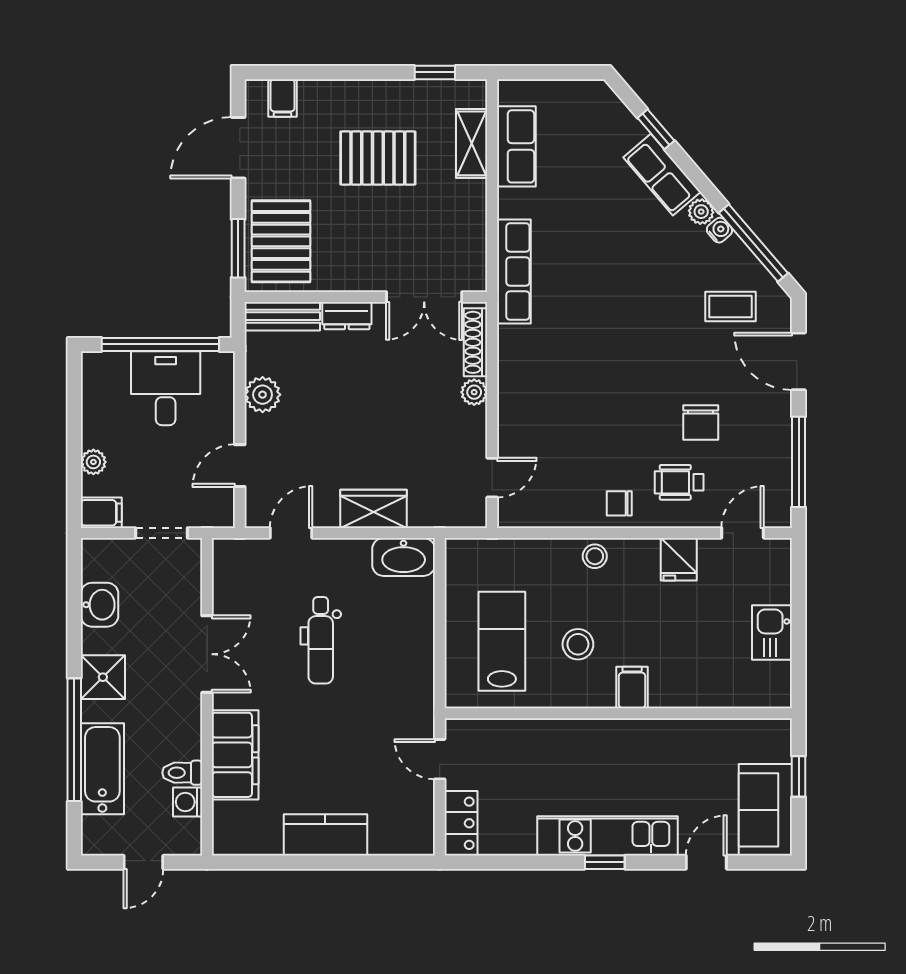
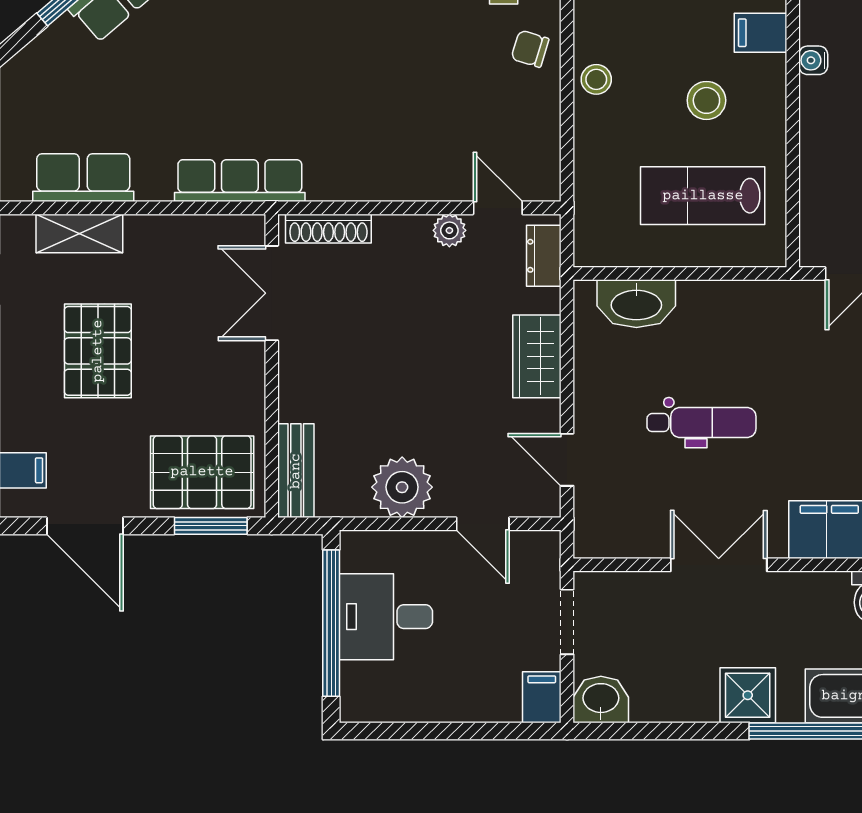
double door: (424, 297) -> (272, 293), swing flipped
dresser: (347, 316) -> (544, 256), moved, turned 180
plant: (474, 392) -> (449, 230), moved
plant: (263, 395) -> (402, 487), width x1.36, depth x1.36
plant: (93, 462) -> (478, 707), removed
chair: (619, 503) -> (530, 49), turned 107
washbasin: (404, 557) -> (636, 304), moved, turned 90
washbasin: (100, 605) -> (601, 699), moved
water cooler: (610, 730) -> (813, 60), added

